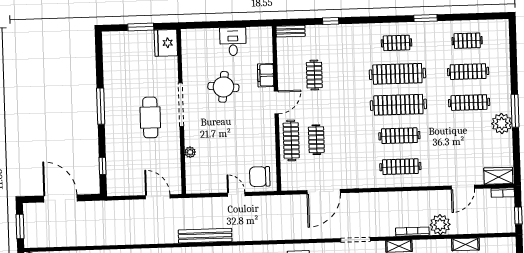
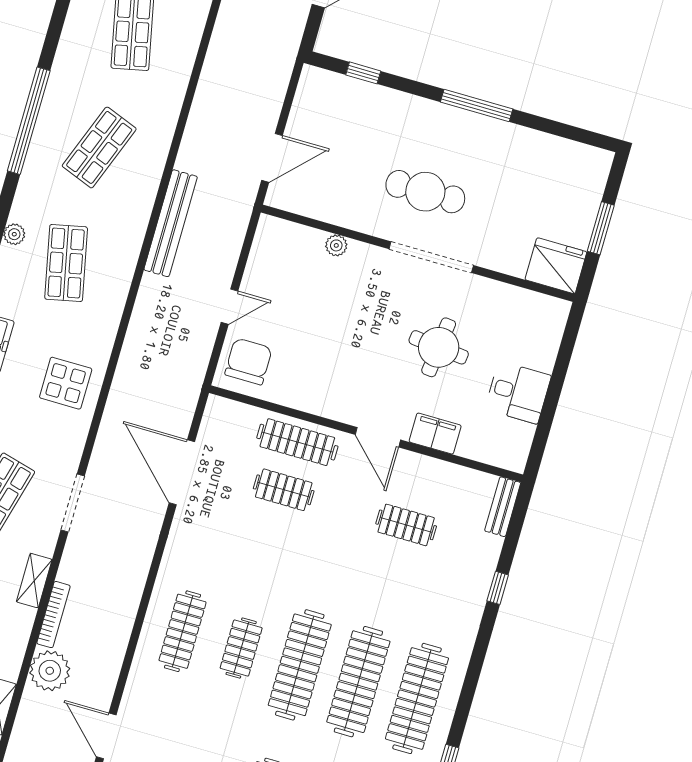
clothes rail: (397, 43) -> (417, 698), width x1.86, depth x1.31
clothes rail: (399, 136) -> (241, 648), width x0.73

